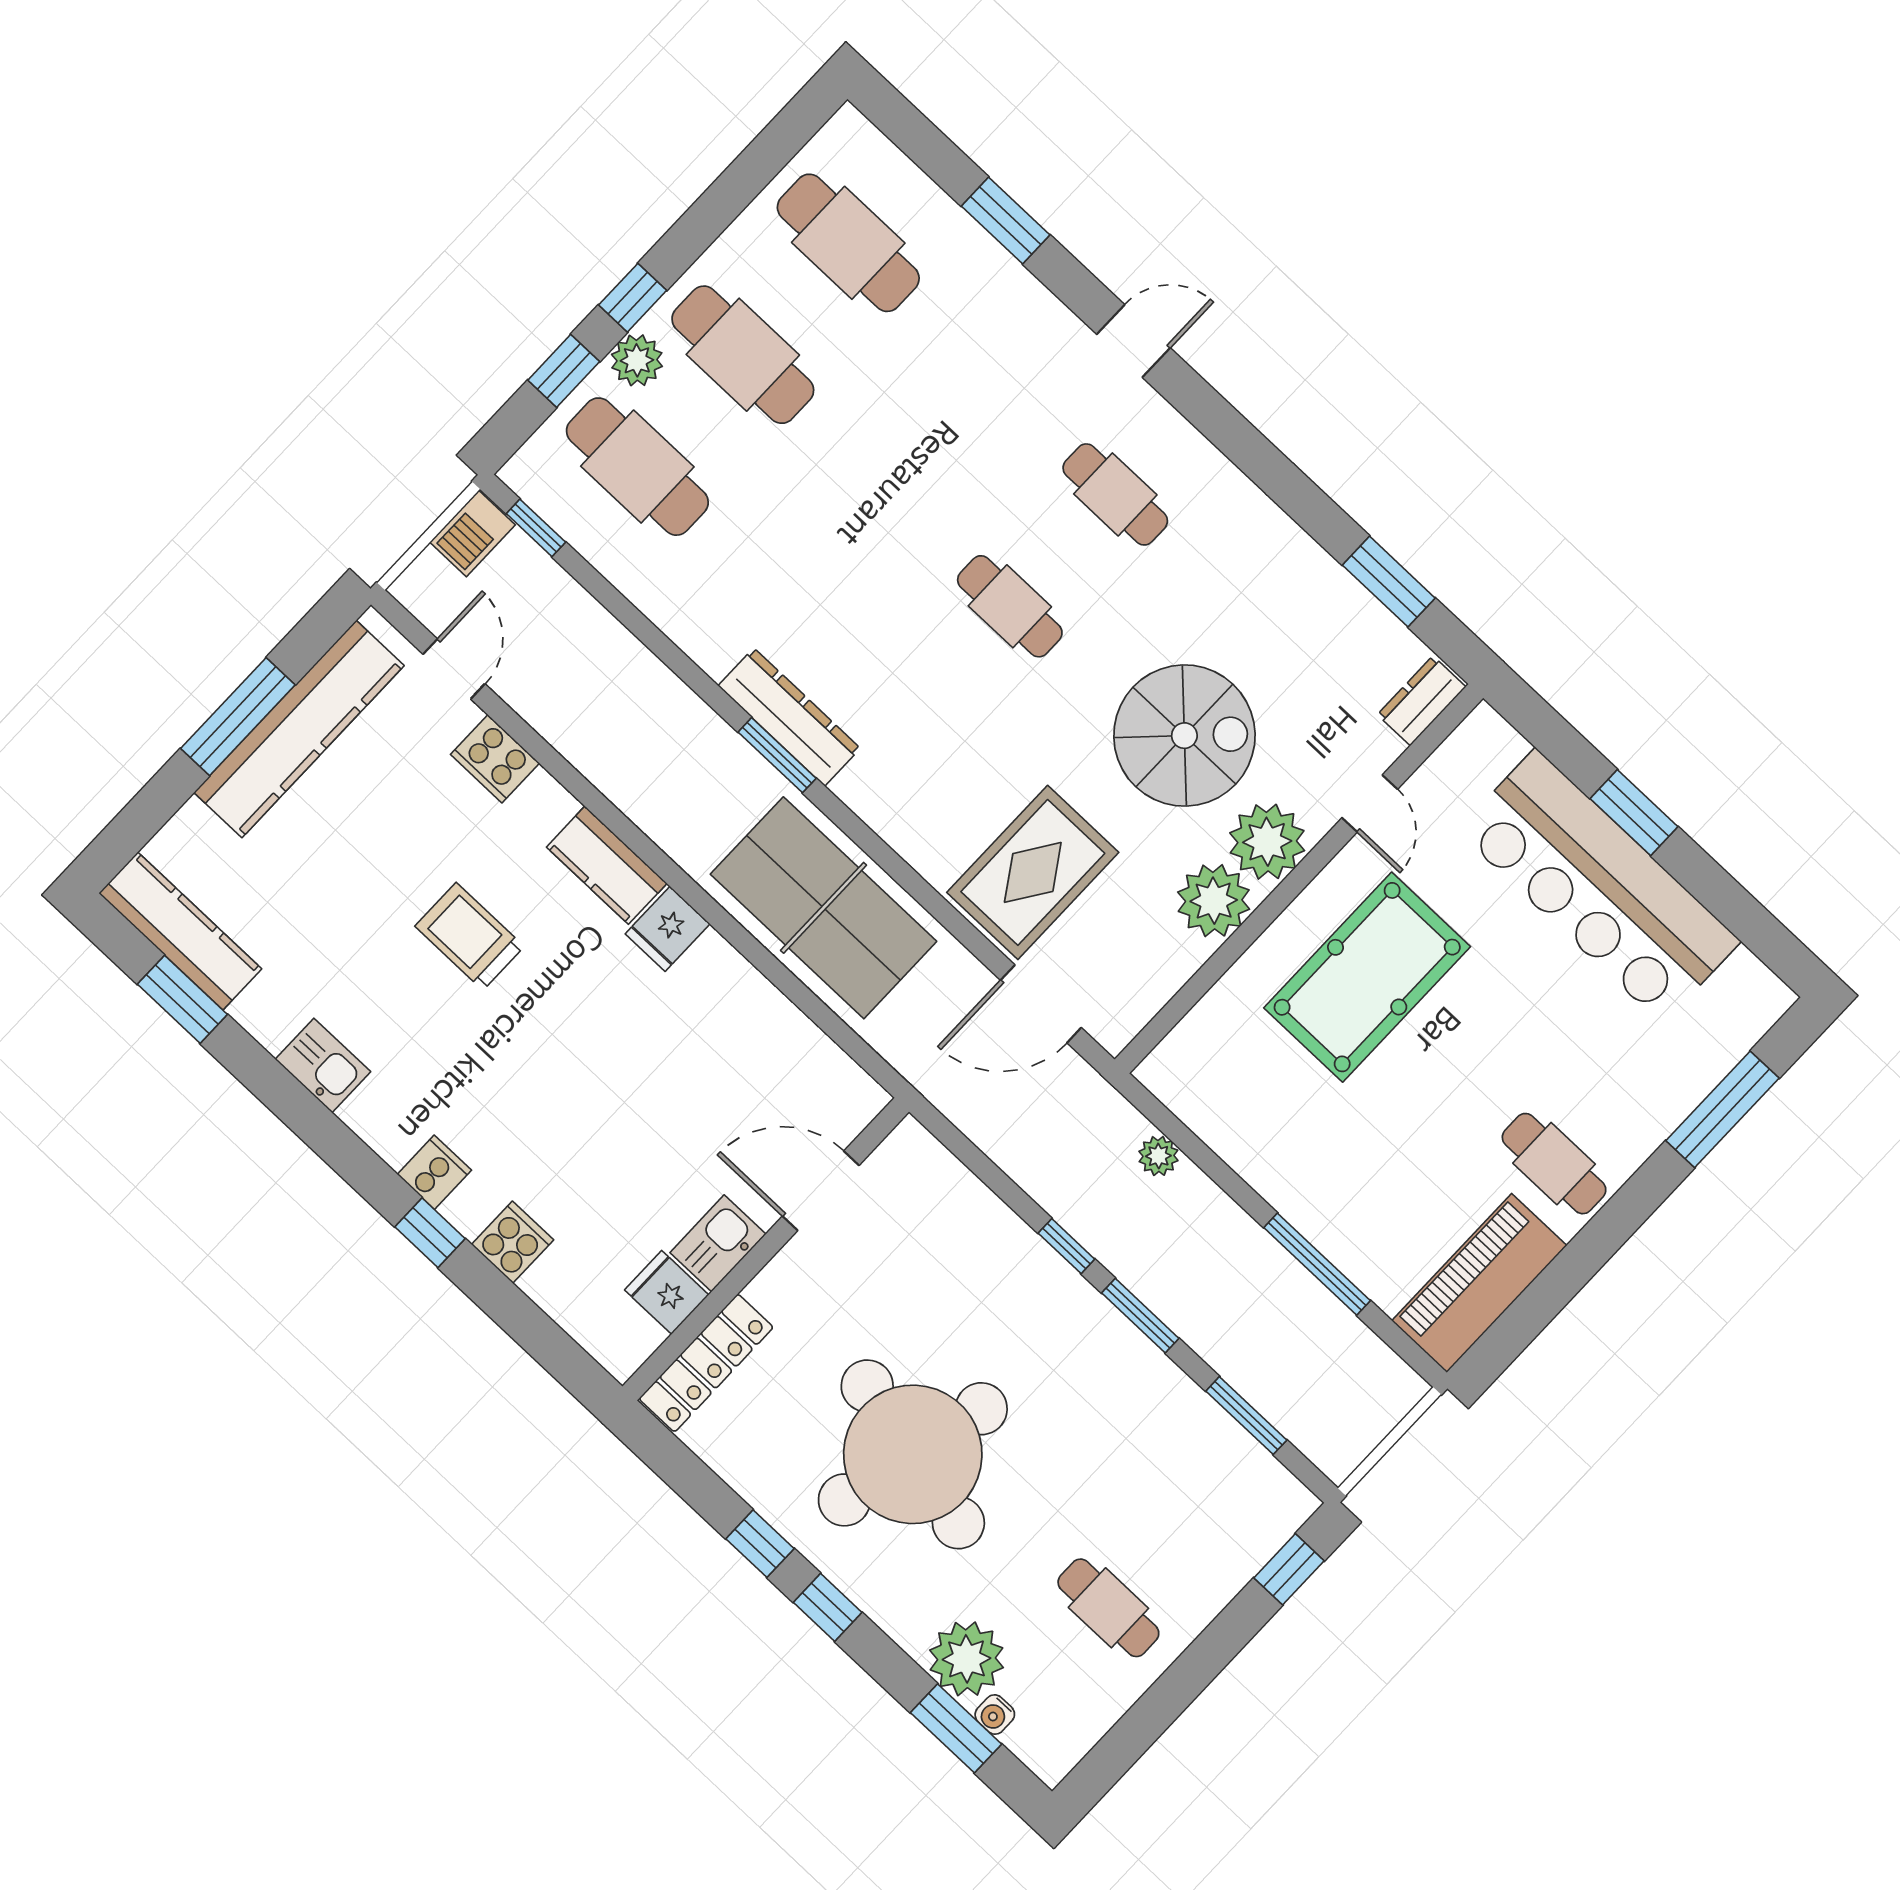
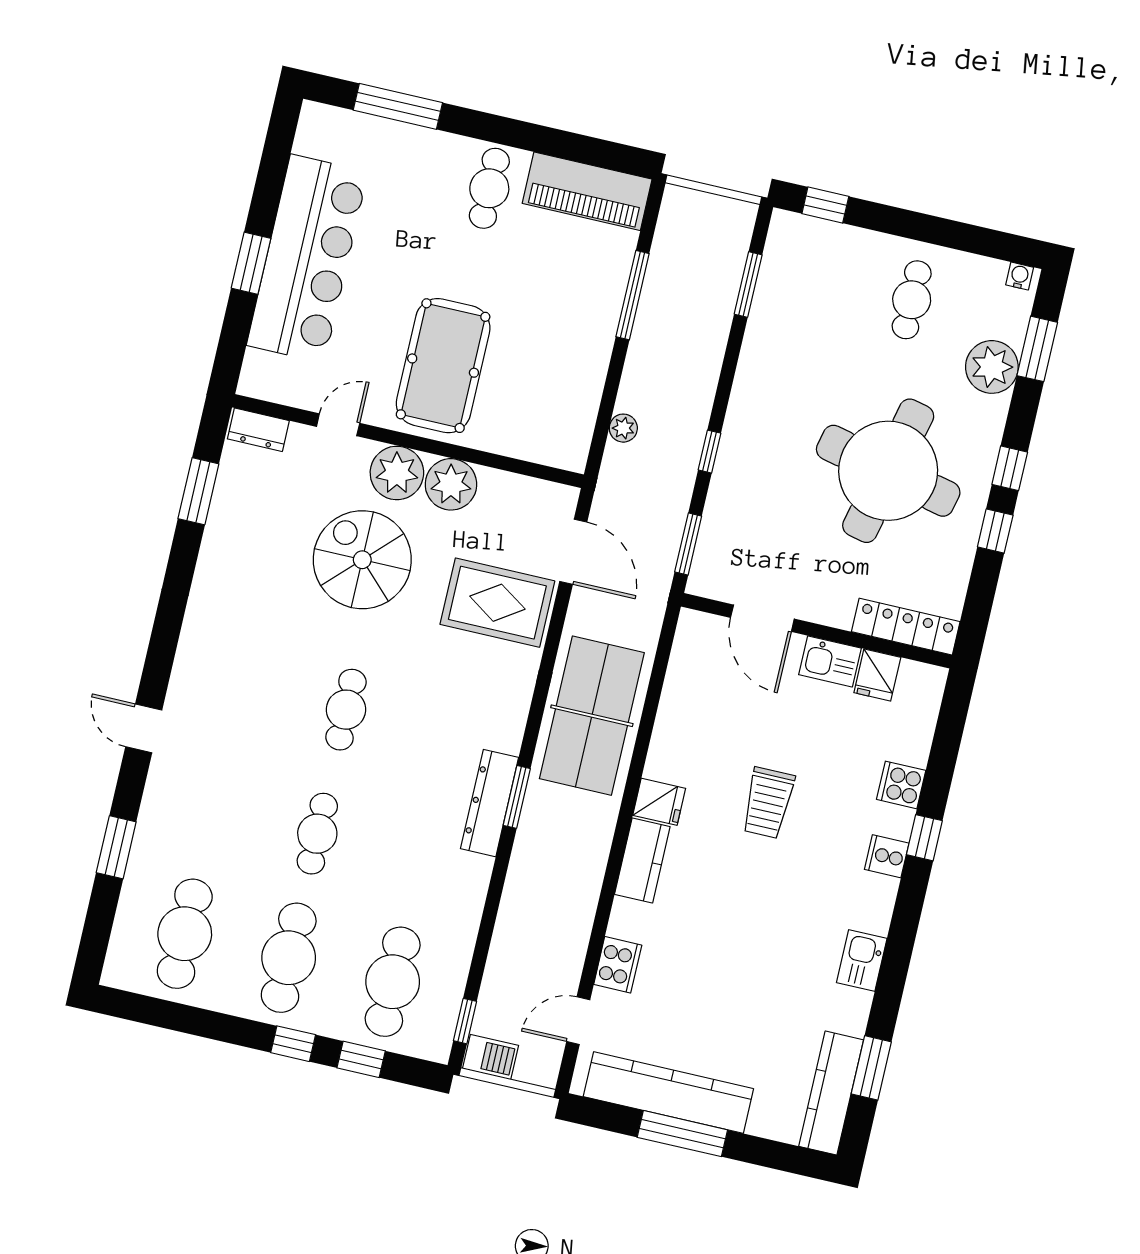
plant: (637, 360) -> (329, 1019), removed
cafe table: (1115, 494) -> (317, 834), moved
trolley: (470, 936) -> (768, 803), moved
pool table: (1367, 977) -> (443, 366), turned 90
window: (1140, 1316) -> (688, 544), moved
water cooler: (995, 1715) -> (1020, 276), moved, turned -90

